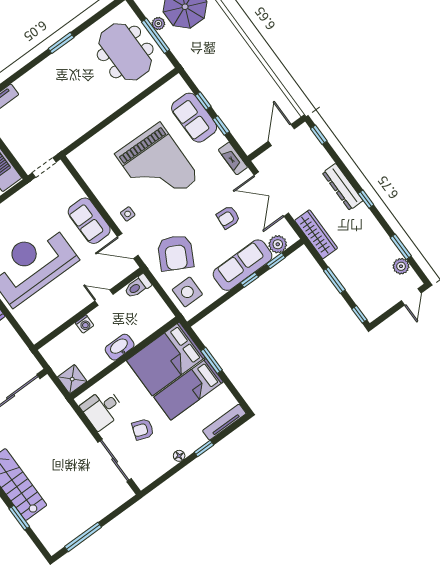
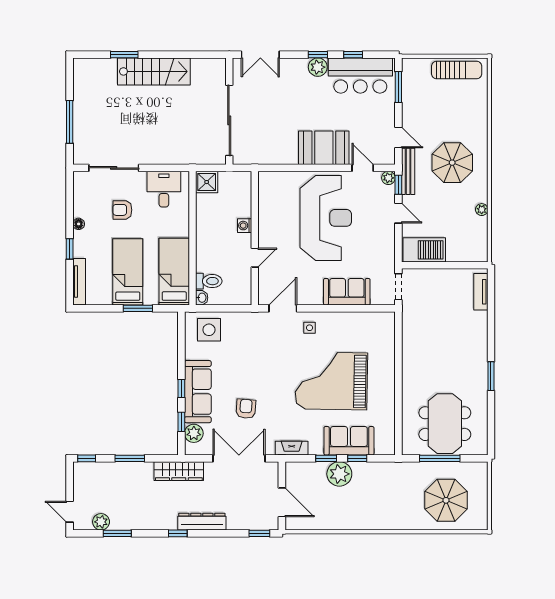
plant: (158, 24) -> (339, 474), moved, width x1.88, depth x1.88
meeting table: (125, 52) -> (445, 424), turned 90
sofa: (89, 221) -> (347, 292), moved
armchair: (176, 253) -> (248, 344), removed
toilet: (138, 286) -> (209, 281), moved, turned 90
washbasin: (120, 347) -> (202, 298), moved, width x0.52, depth x0.69
bed: (166, 359) -> (174, 272), width x0.67
armchair: (143, 429) -> (122, 210), turned -110
window: (83, 537) -> (70, 122), moved

